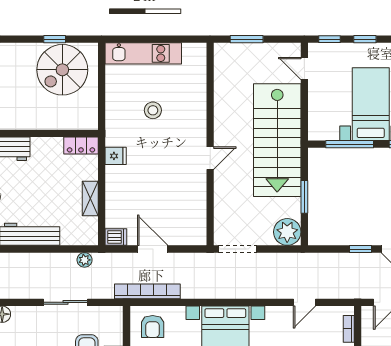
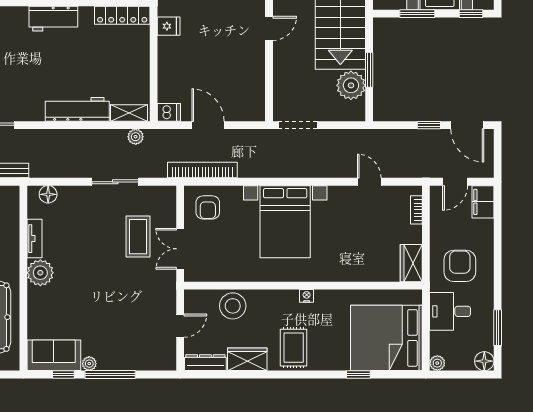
window: (350, 144) -> (417, 14), width x0.69
locker: (81, 146) -> (122, 15), width x1.53
shelving: (90, 199) -> (129, 113), moved, turned 90
plant: (287, 232) -> (351, 85), moved
door: (305, 302) -> (369, 182), swing flipped

